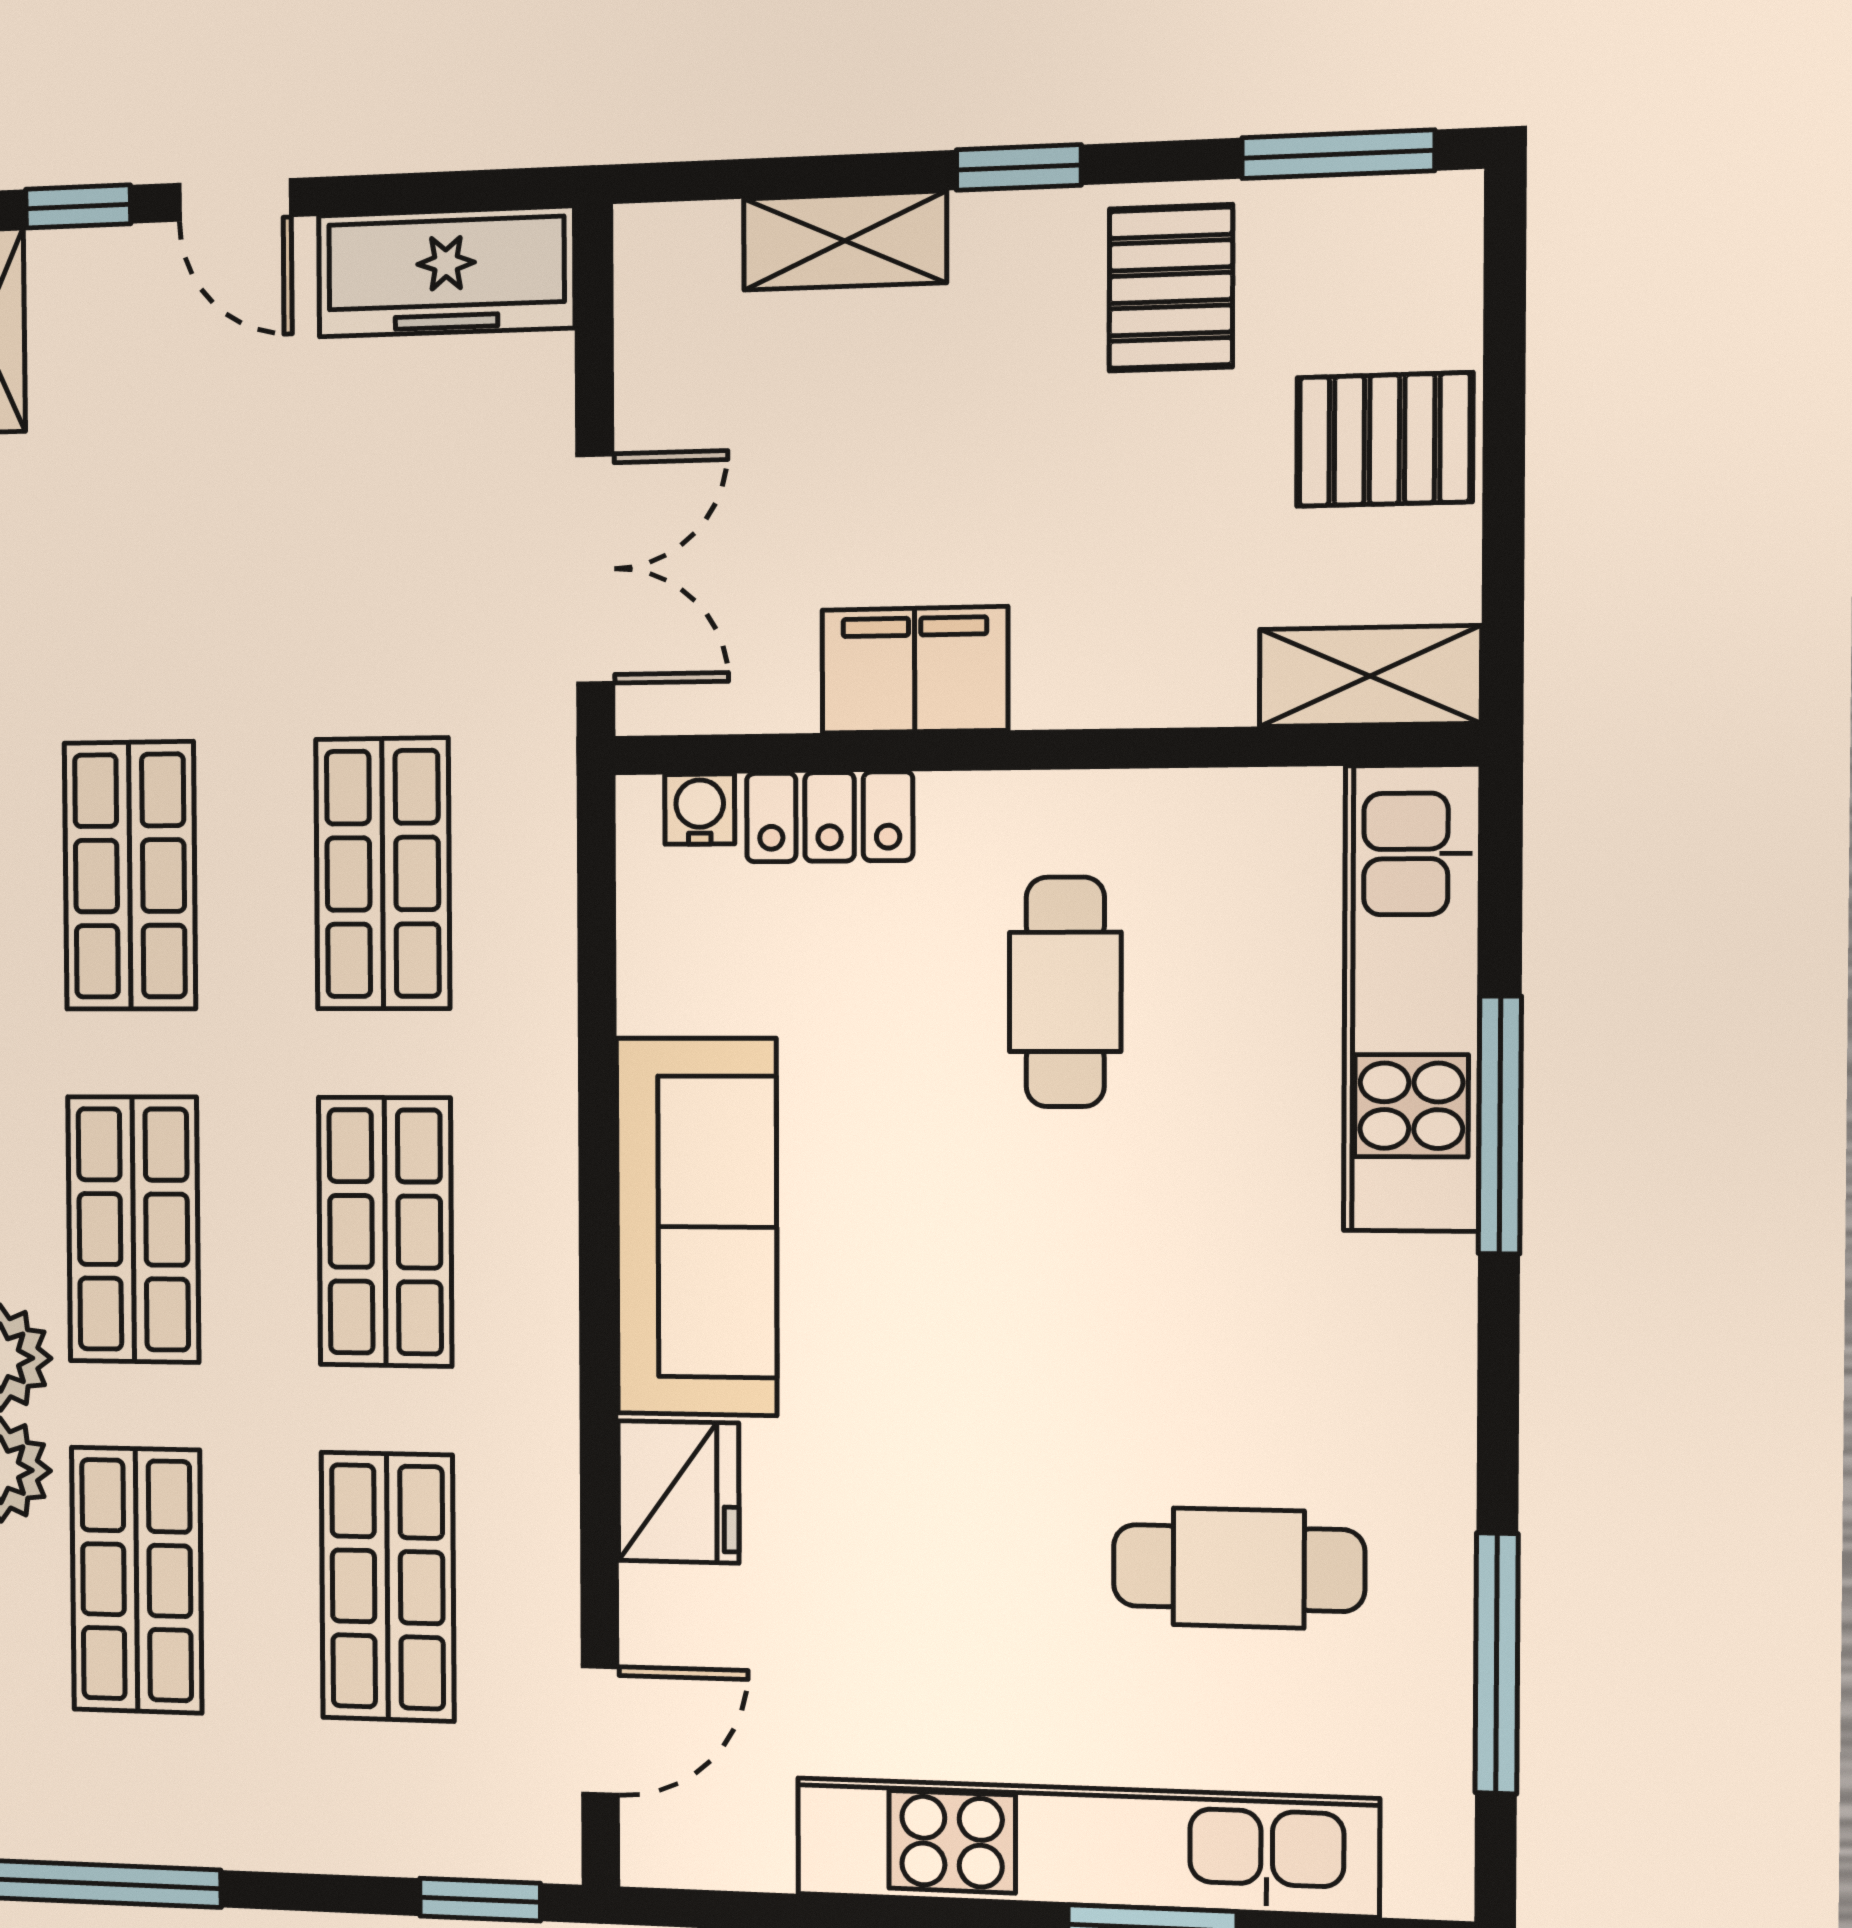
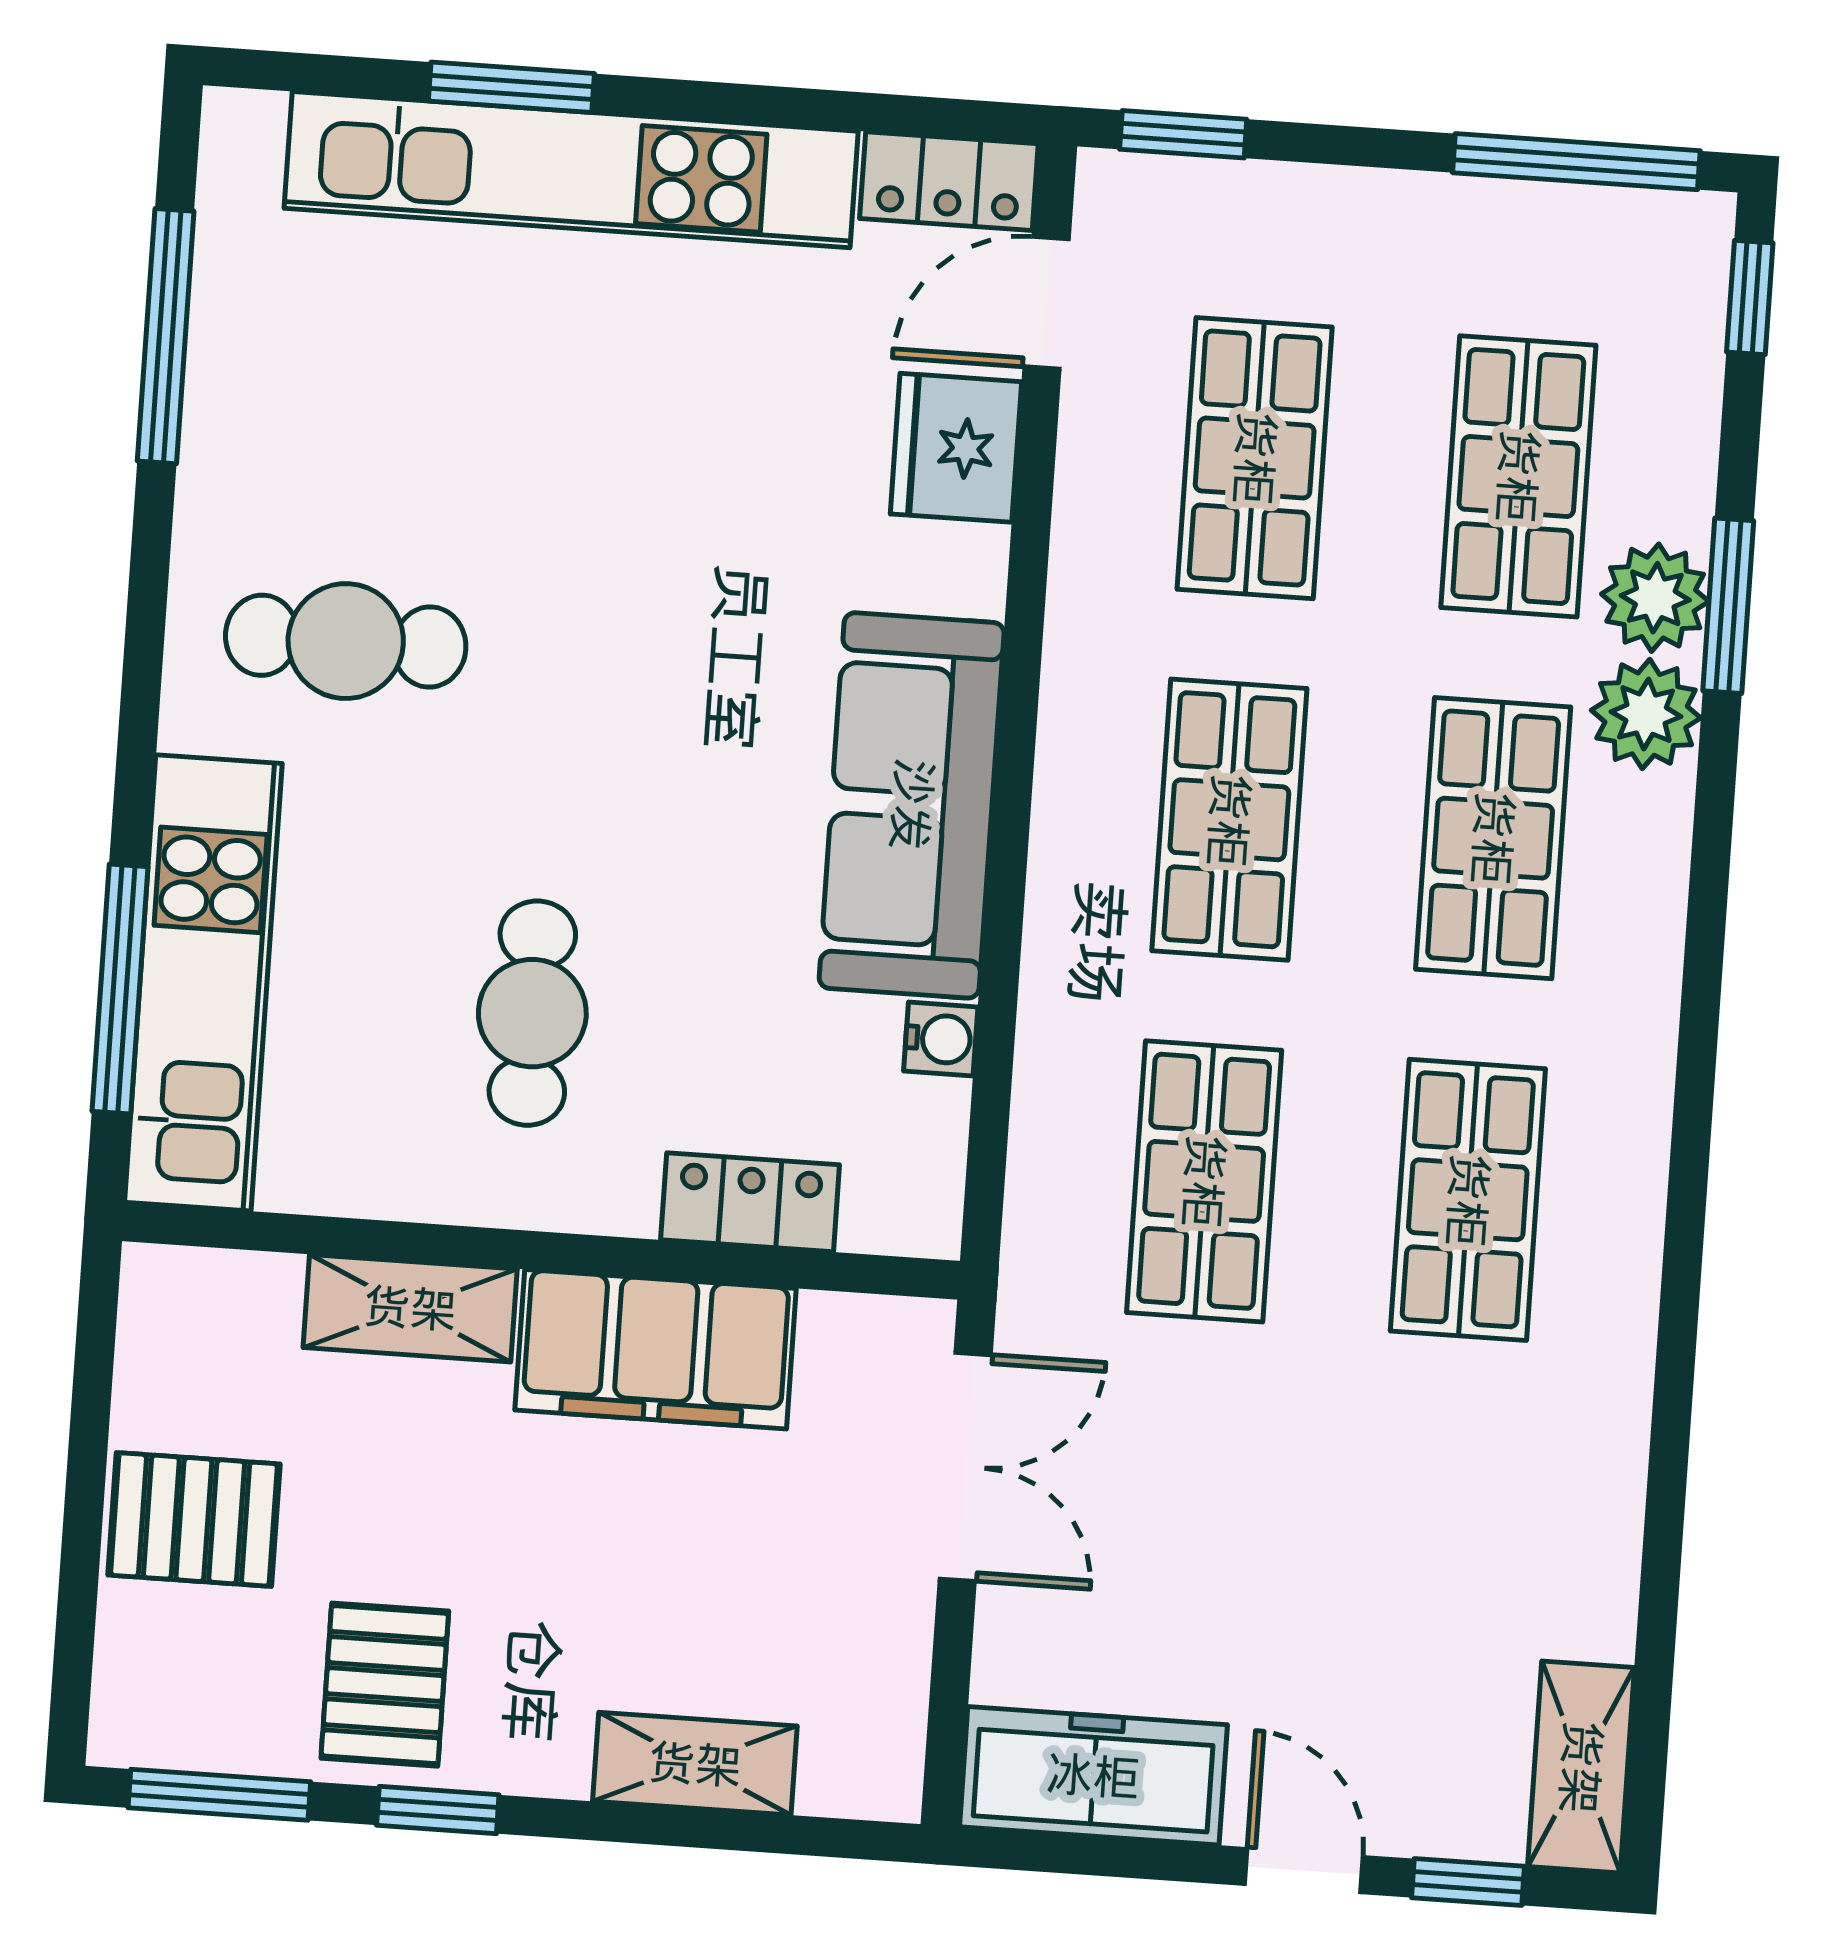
window: (1019, 167) -> (438, 1810), moved
double door: (595, 569) -> (965, 1467), swing flipped
filing cabinet: (915, 670) -> (656, 1349), width x1.50, depth x1.17
shelving: (1370, 676) -> (410, 1308), moved
water cooler: (700, 809) -> (941, 1039), moved, turned -90
window: (1500, 1125) -> (120, 989), moved
fridge: (678, 1492) -> (956, 448), moved
cafe table: (1239, 1568) -> (346, 641), moved
locker: (705, 1847) -> (949, 181), added

